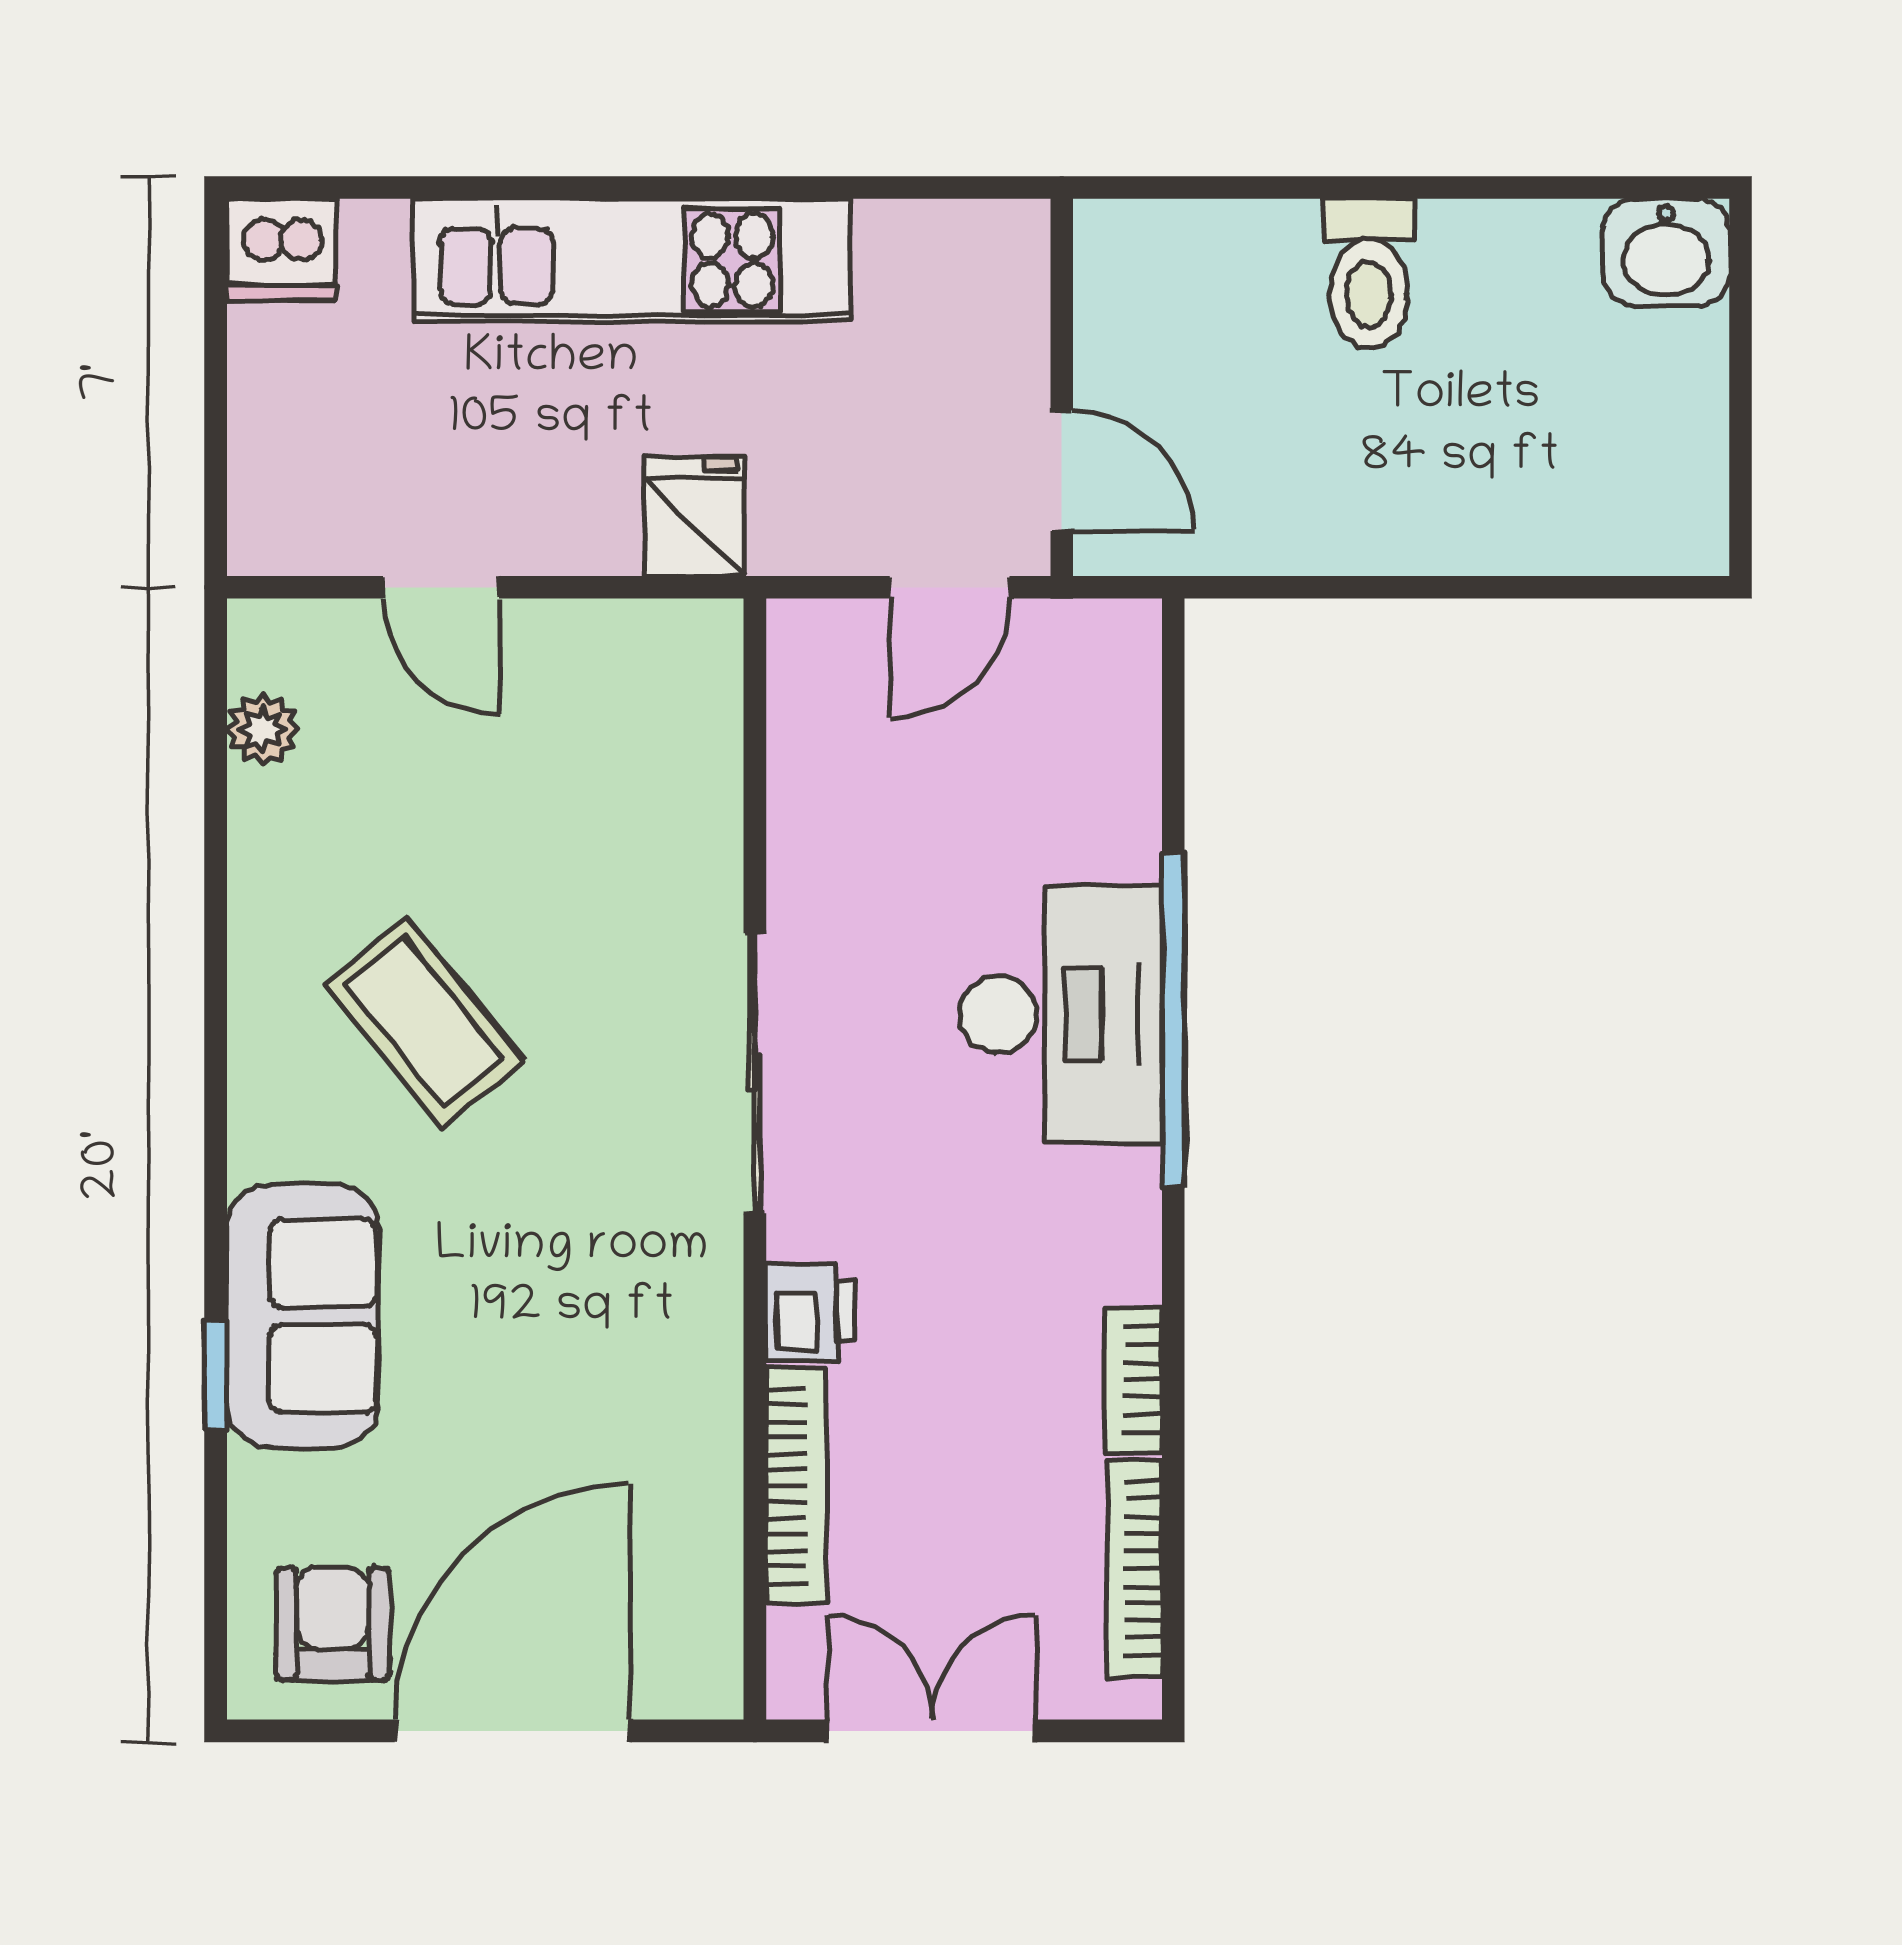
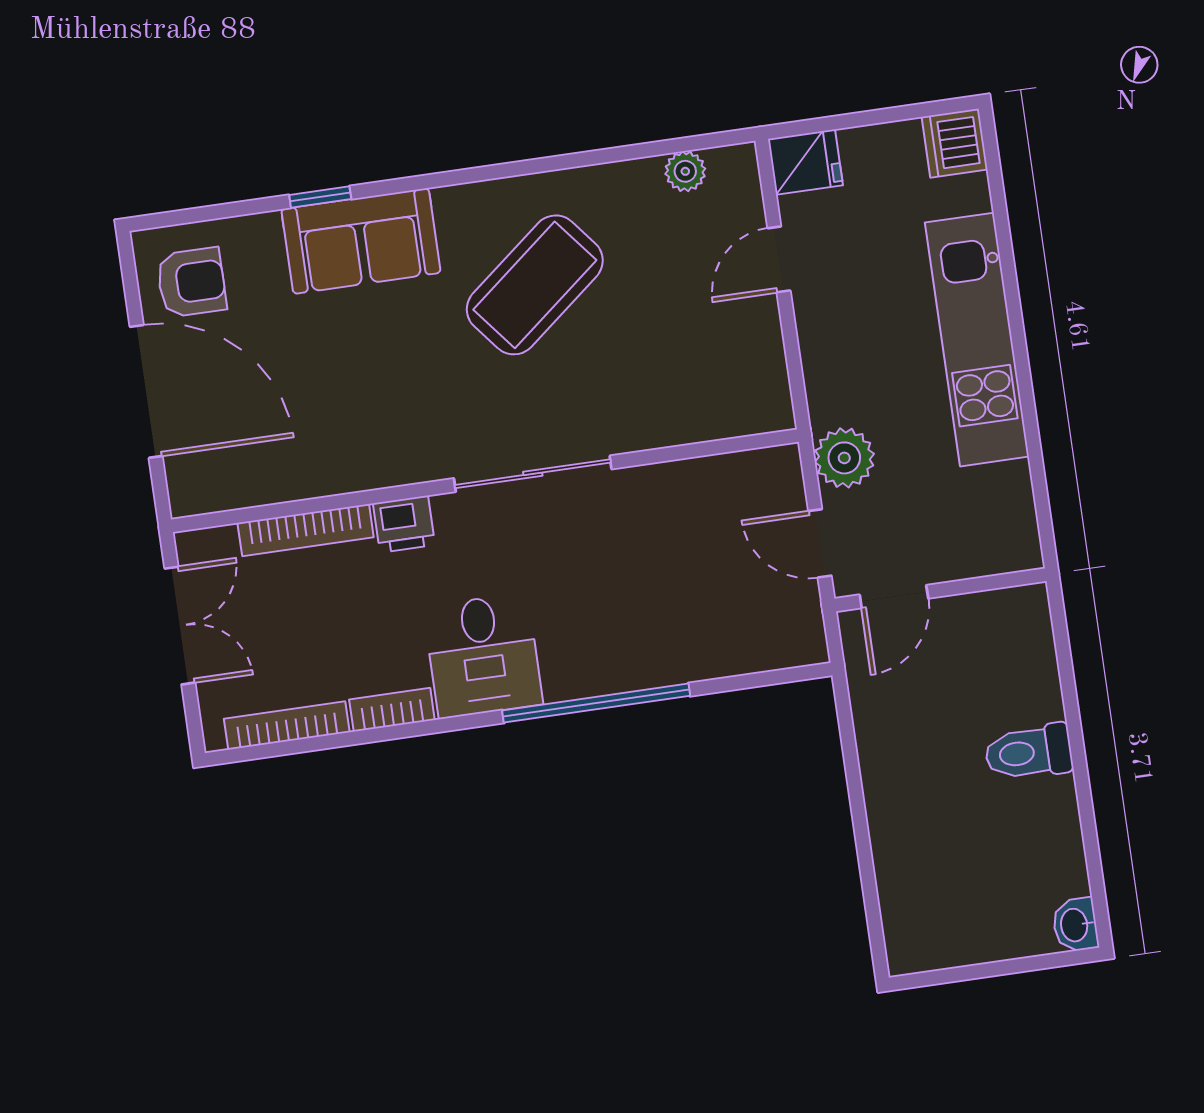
washbasin: (1666, 252) -> (1075, 925), width x0.72, depth x0.69
fridge: (695, 516) -> (805, 162), moved
plant: (806, 523) -> (844, 458), added
desk: (1061, 1015) -> (483, 655), moved, width x0.73
coffee table: (424, 1022) -> (535, 285), width x1.36, depth x1.32

